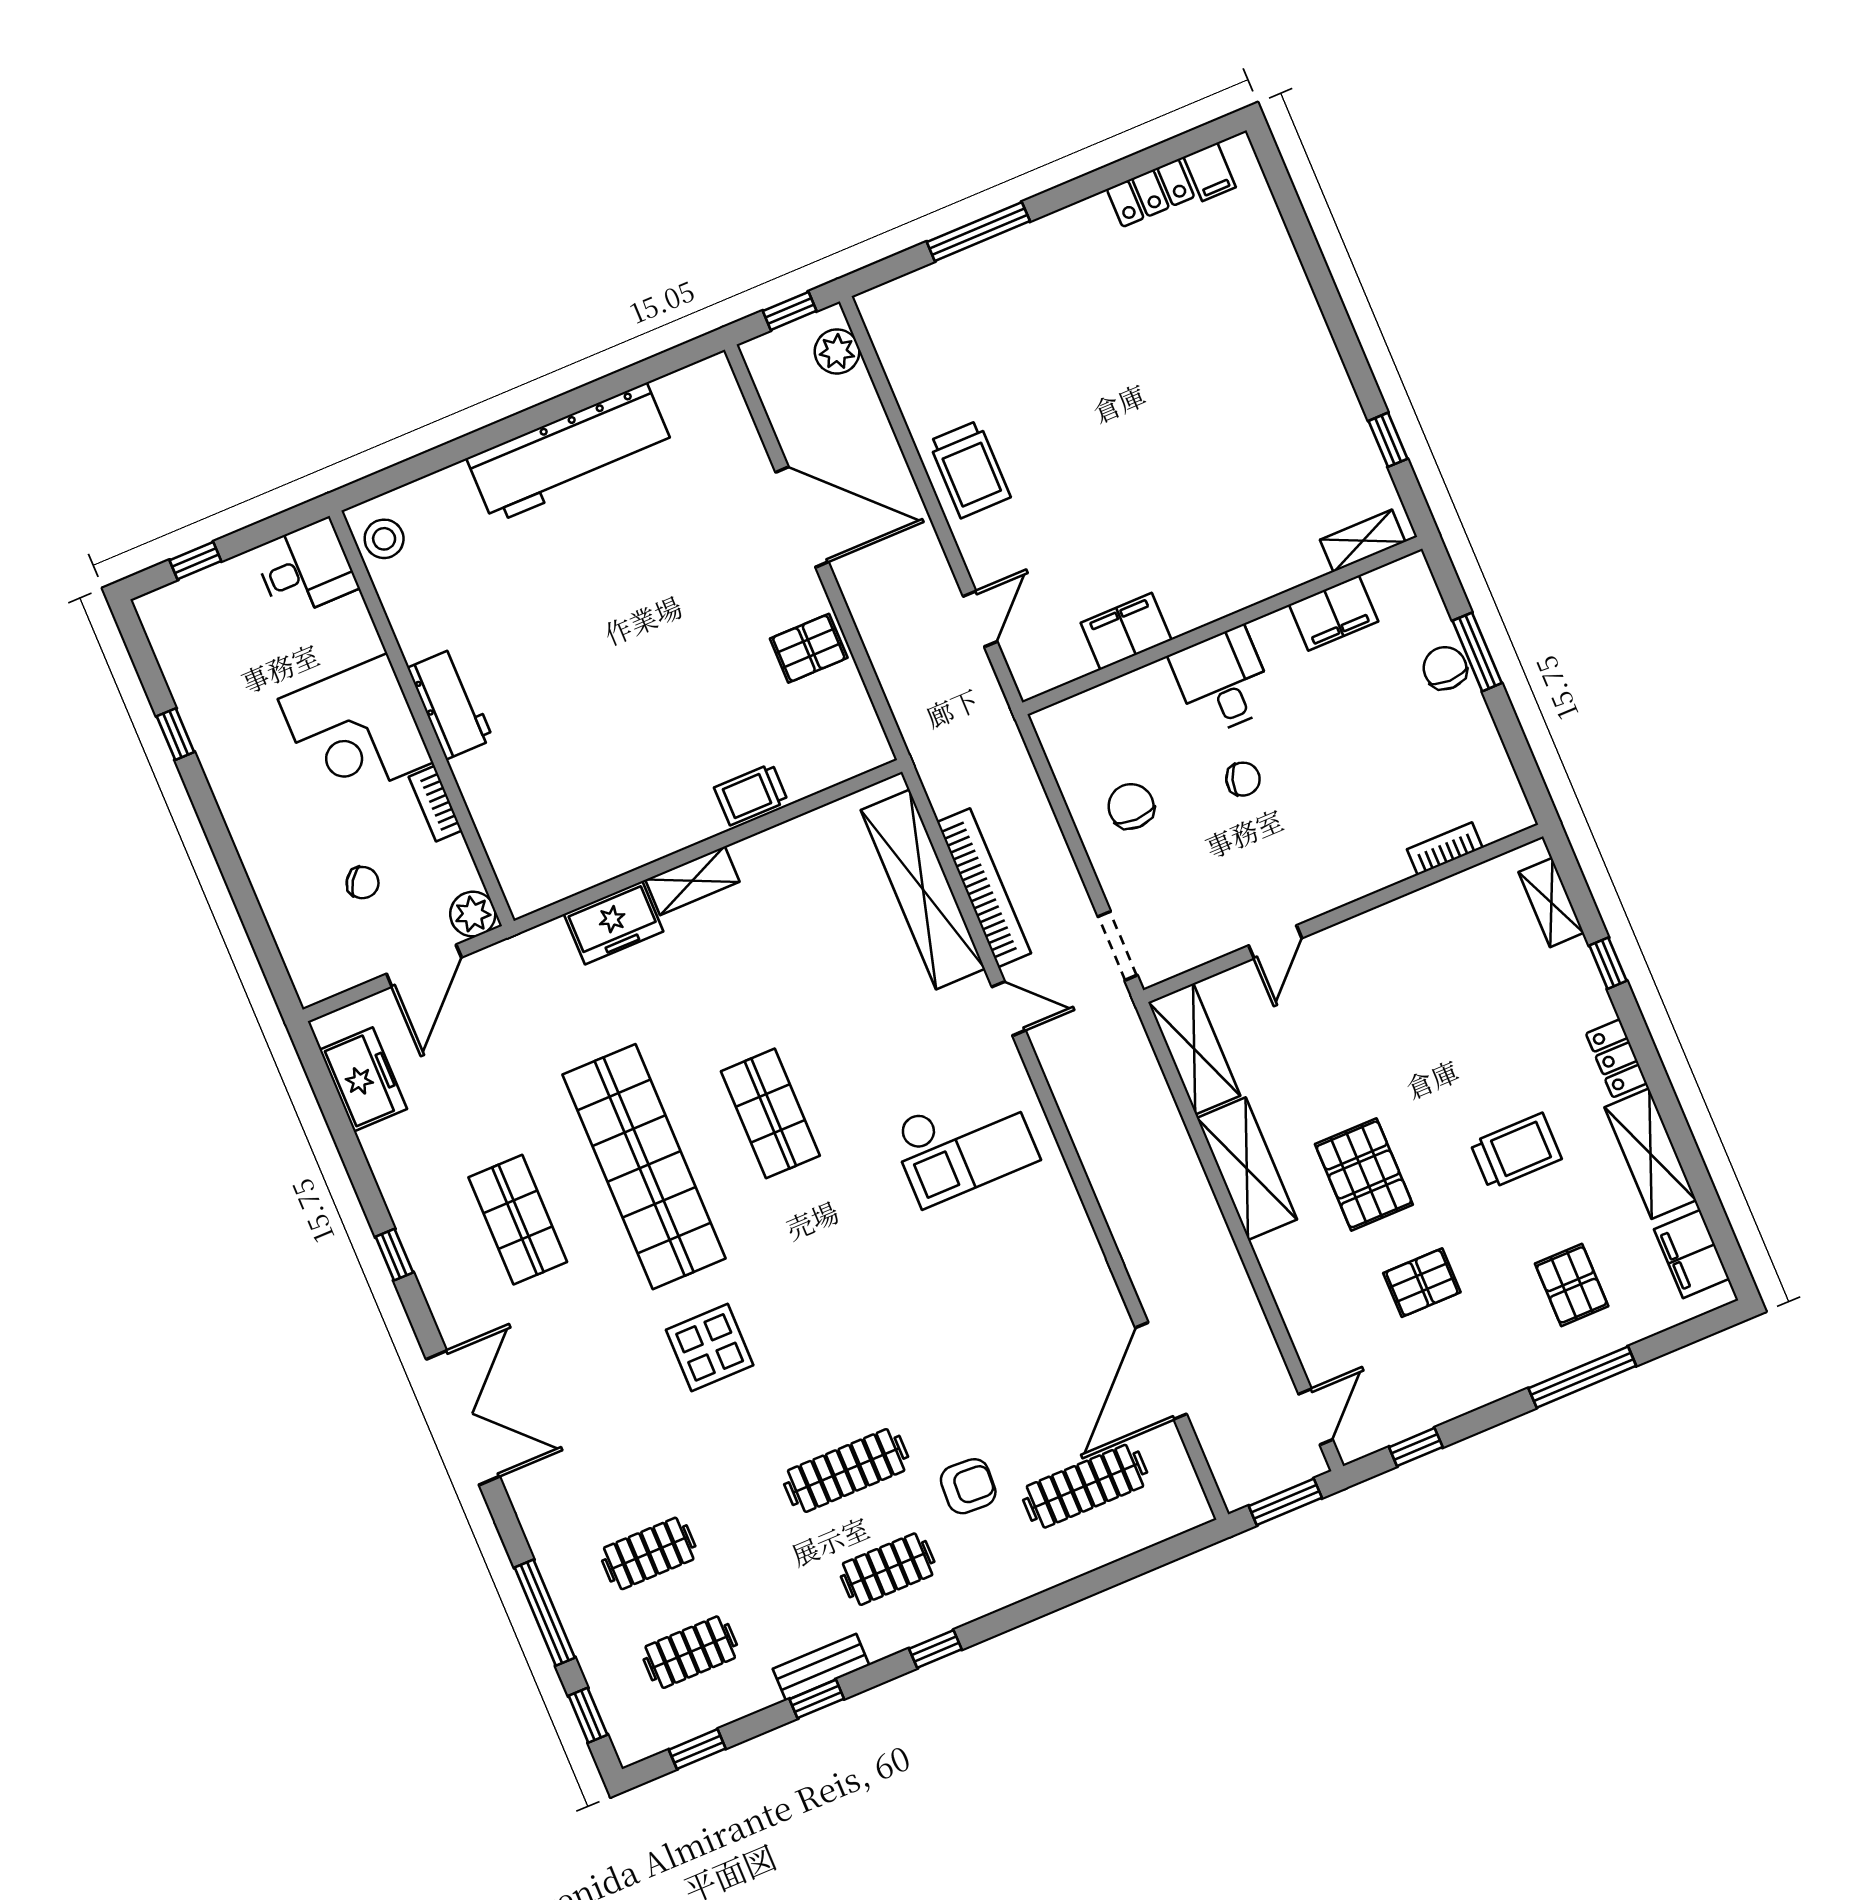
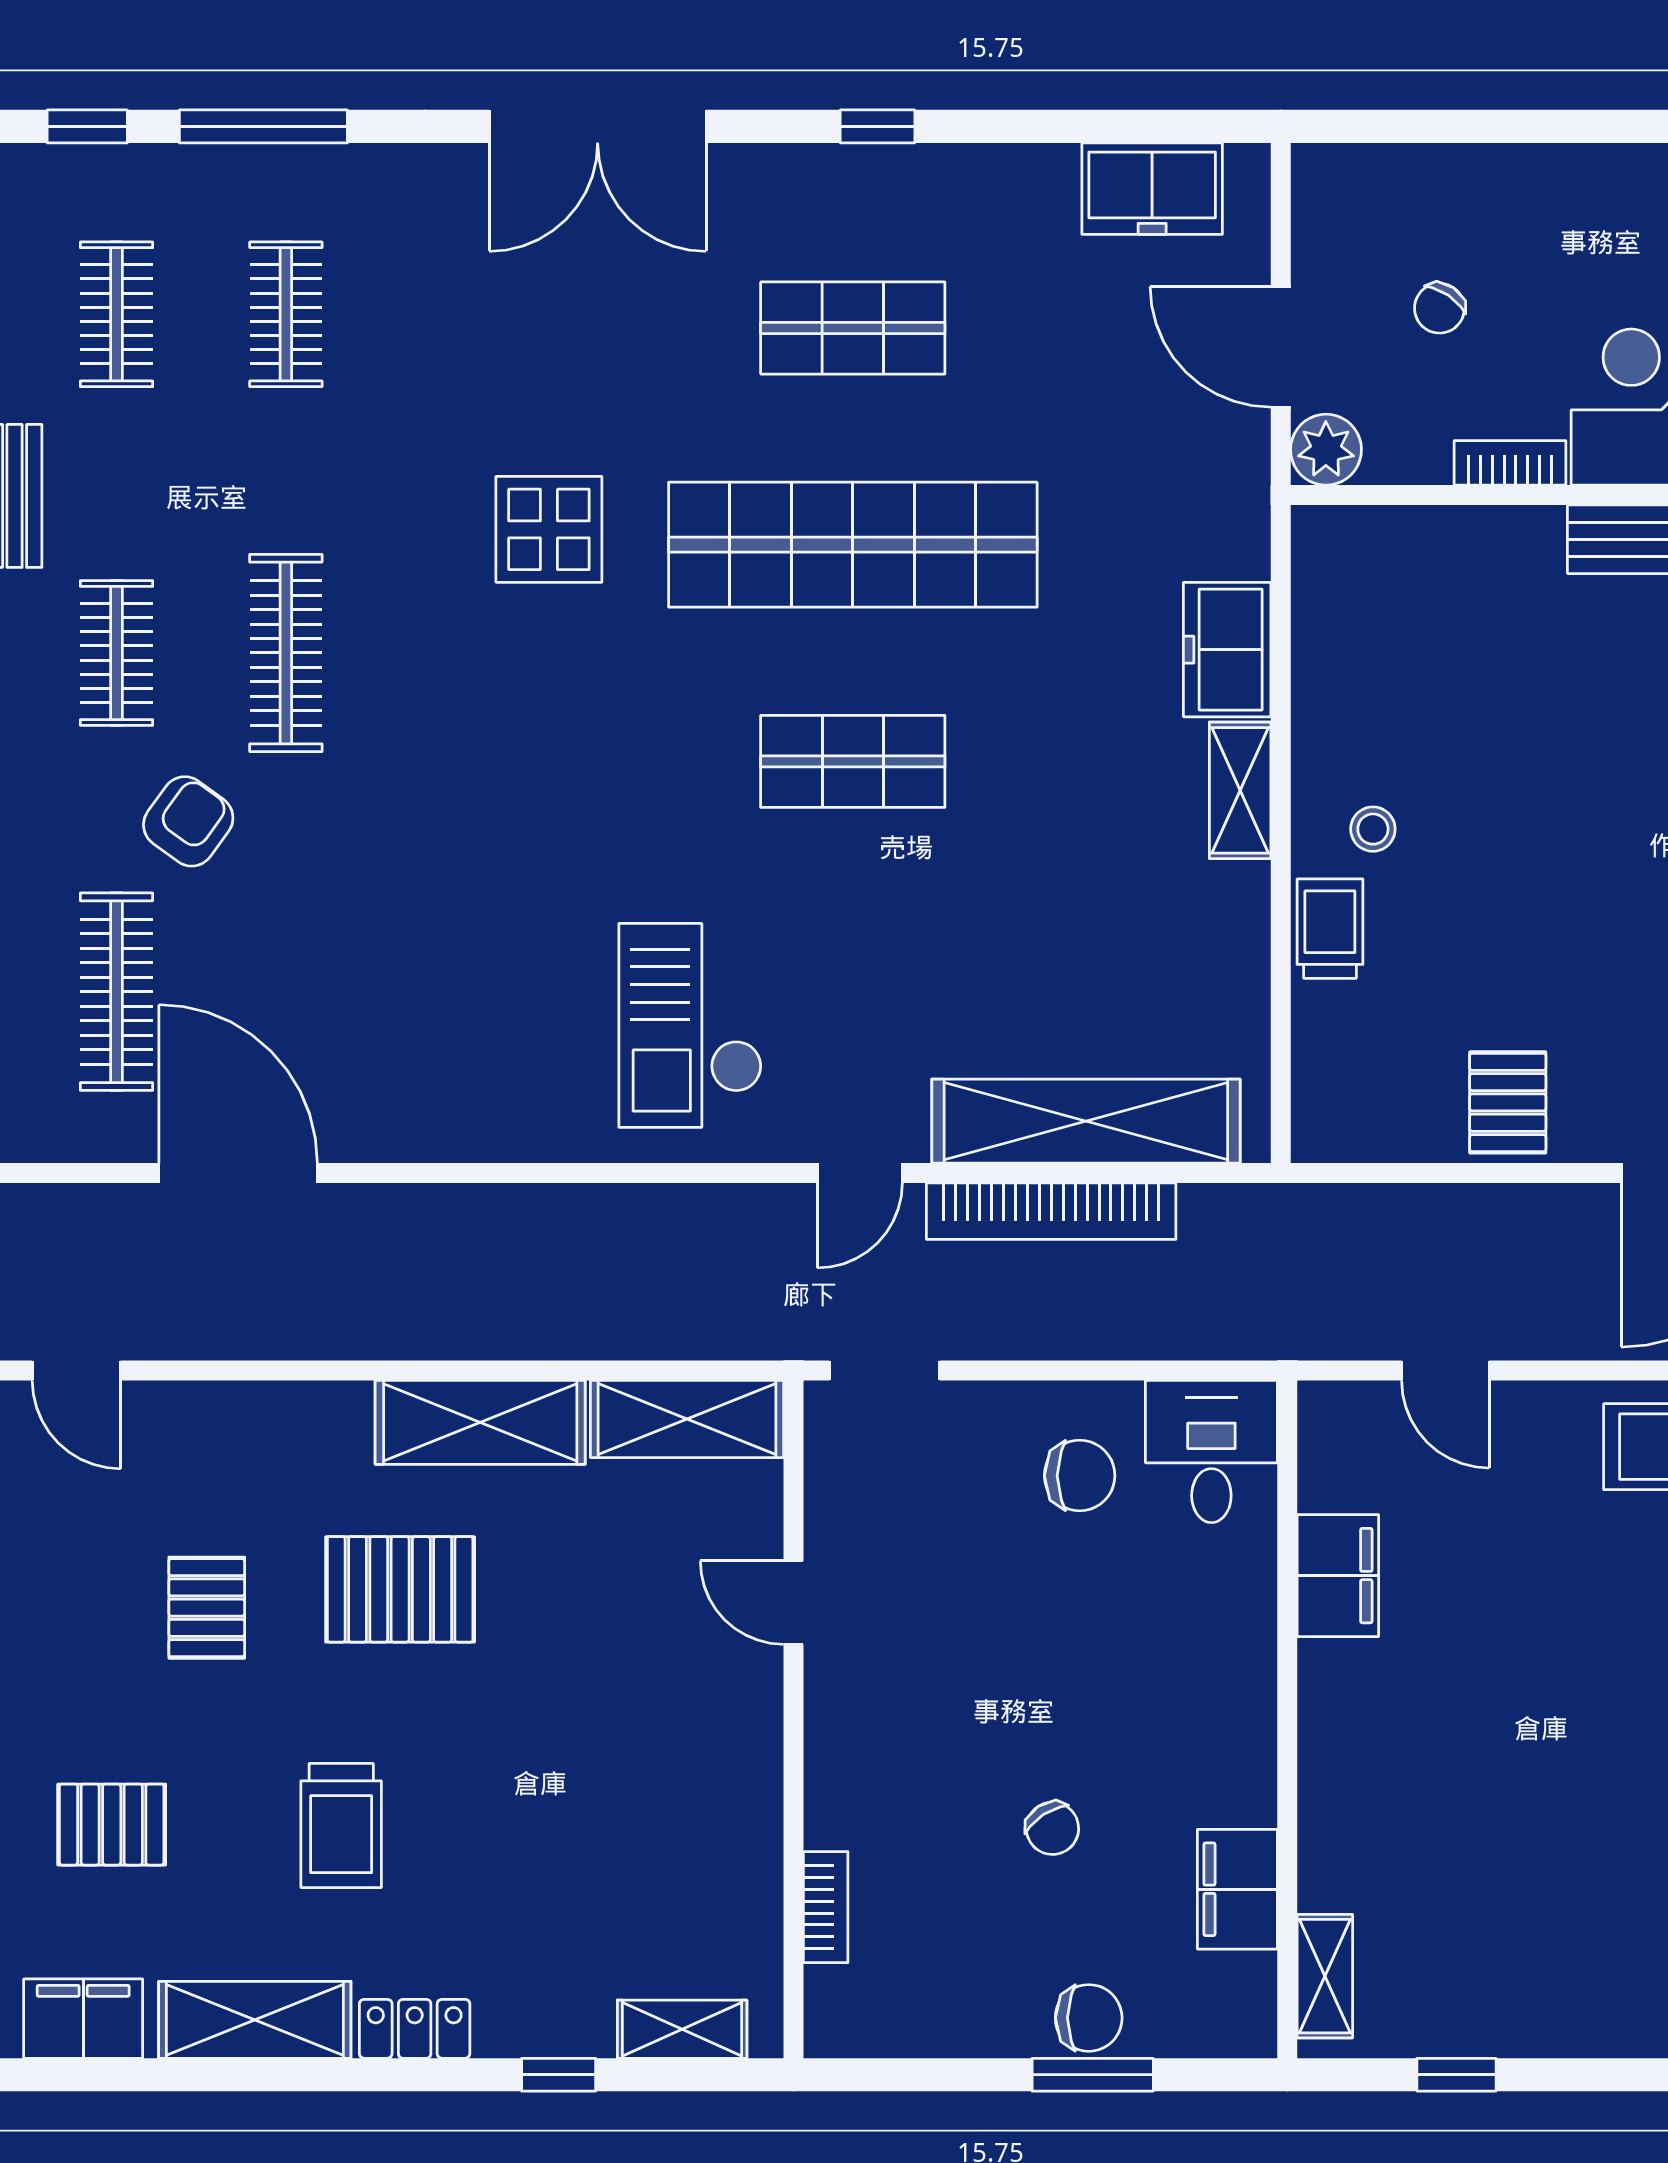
desk: (1223, 681) -> (1211, 1451), moved, turned -90
chair: (1243, 779) -> (1052, 1828), moved, turned -51
stool: (682, 794) -> (1373, 829), added
armchair: (968, 1486) -> (188, 821), turned -147

